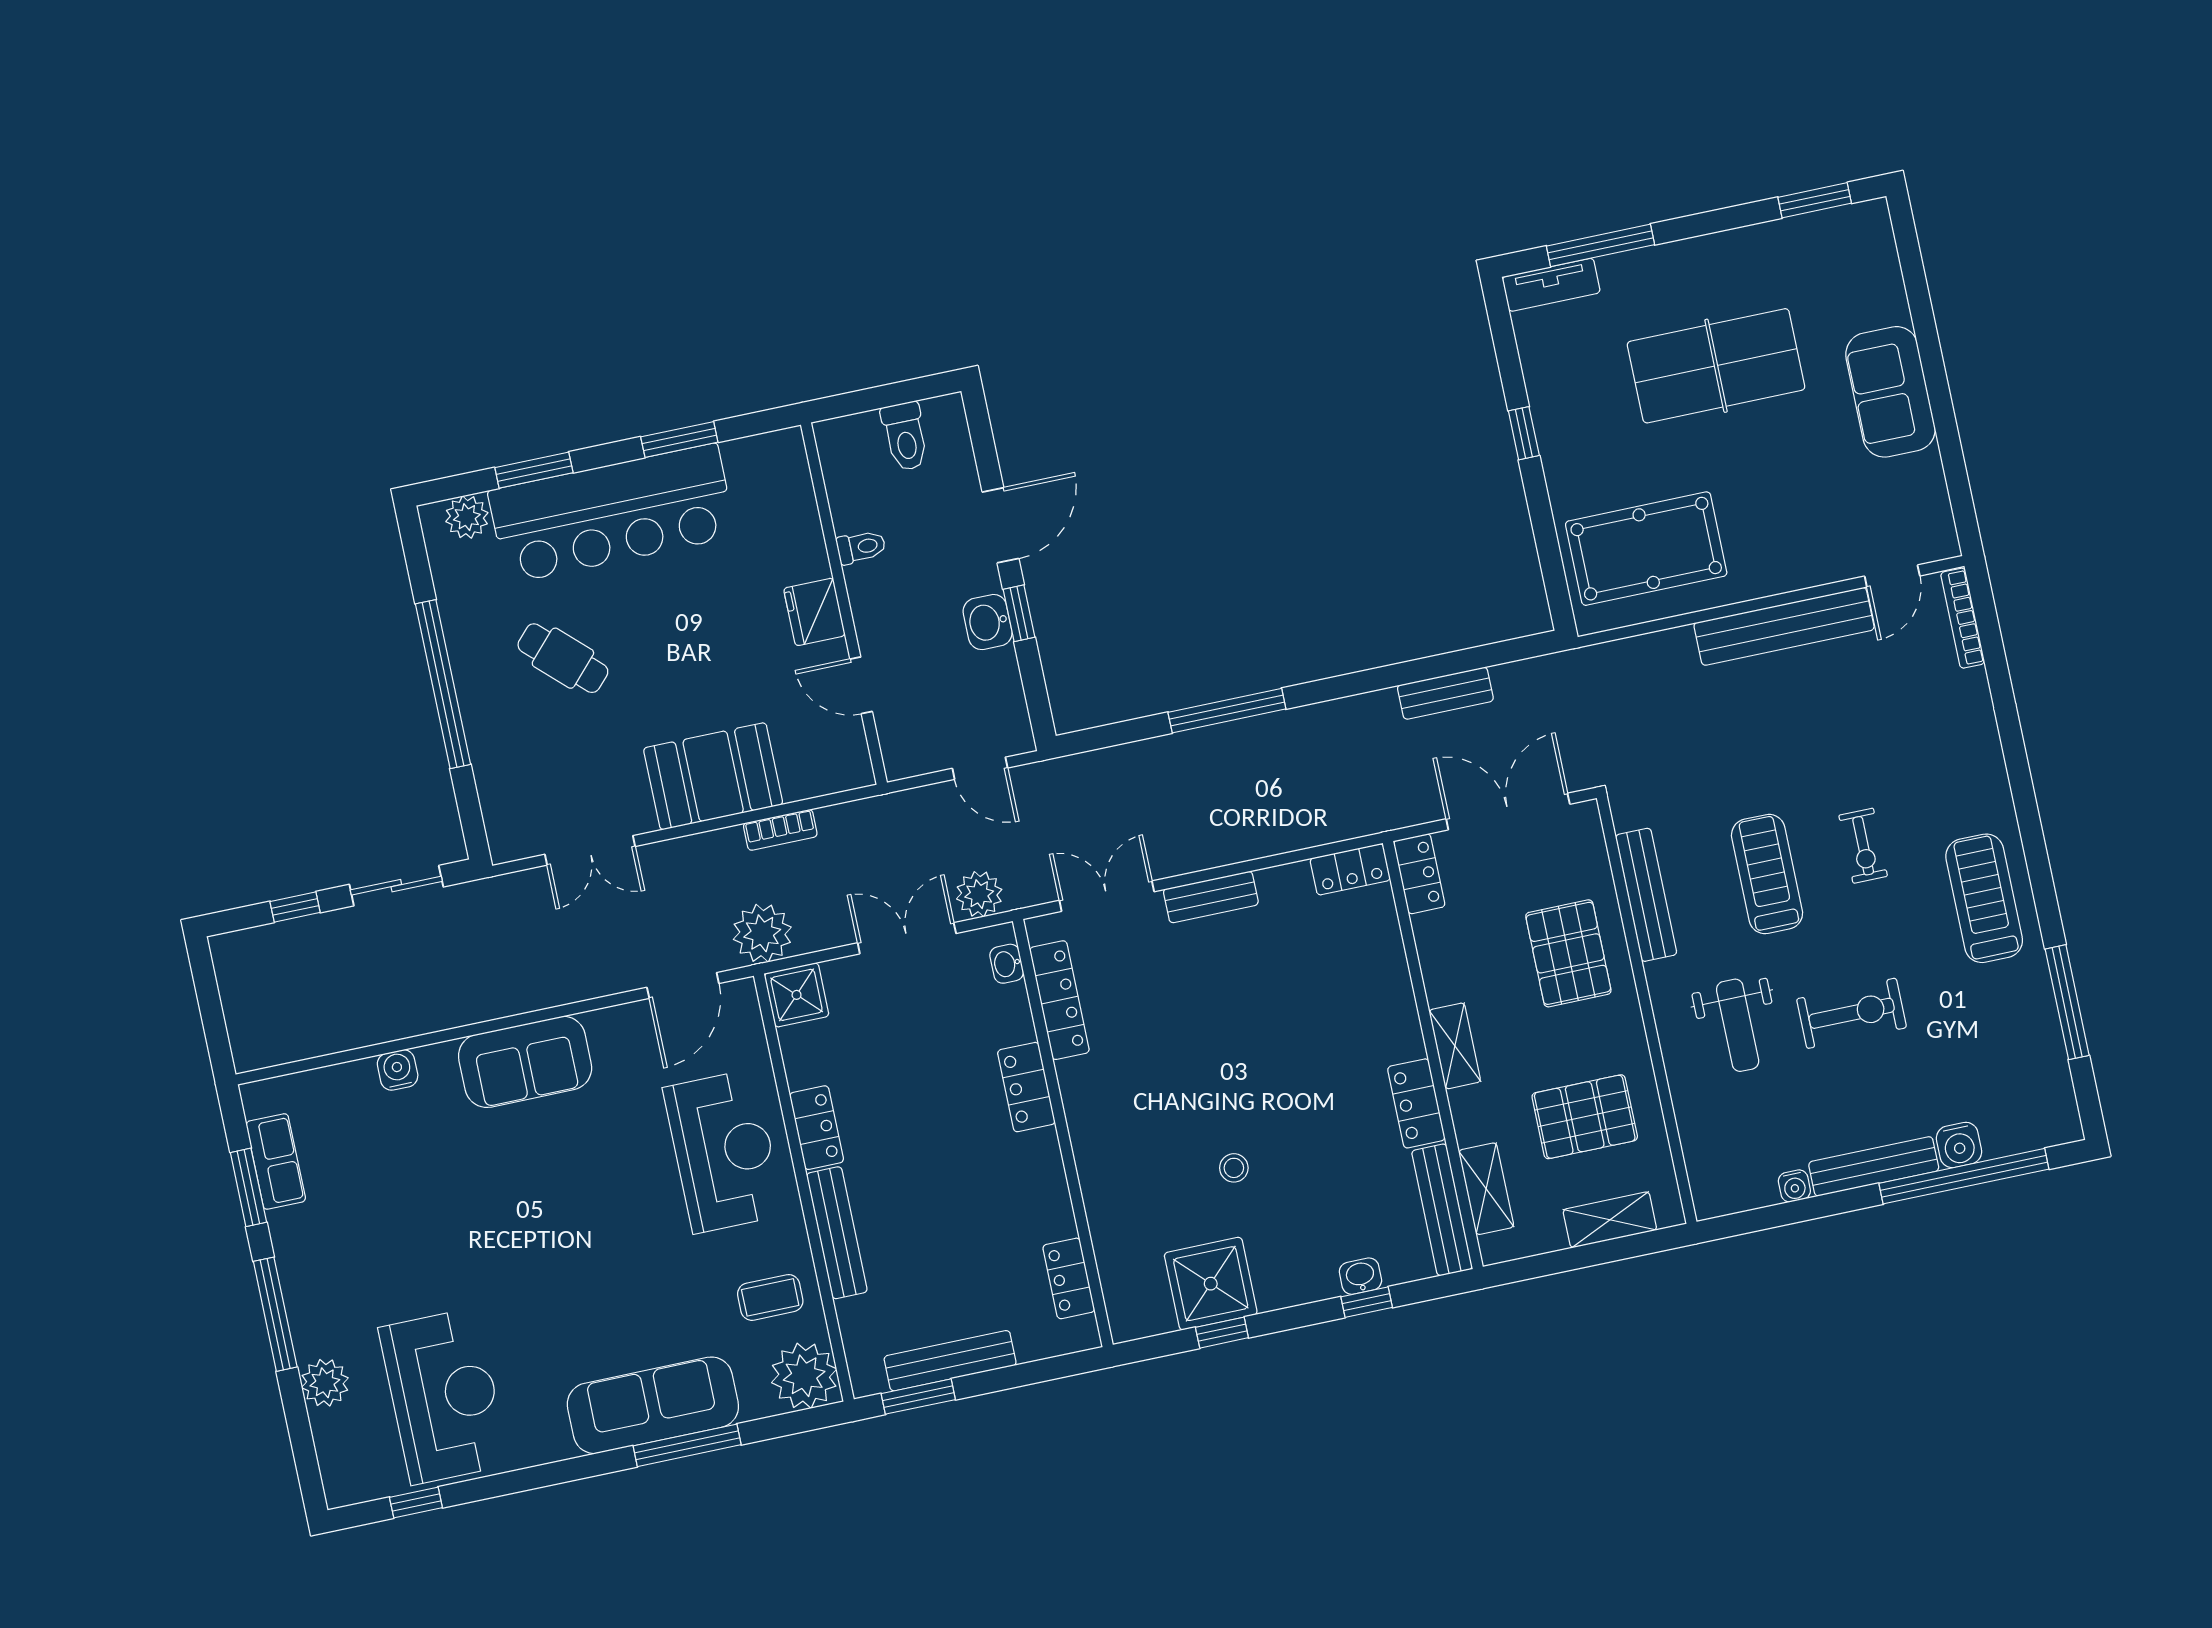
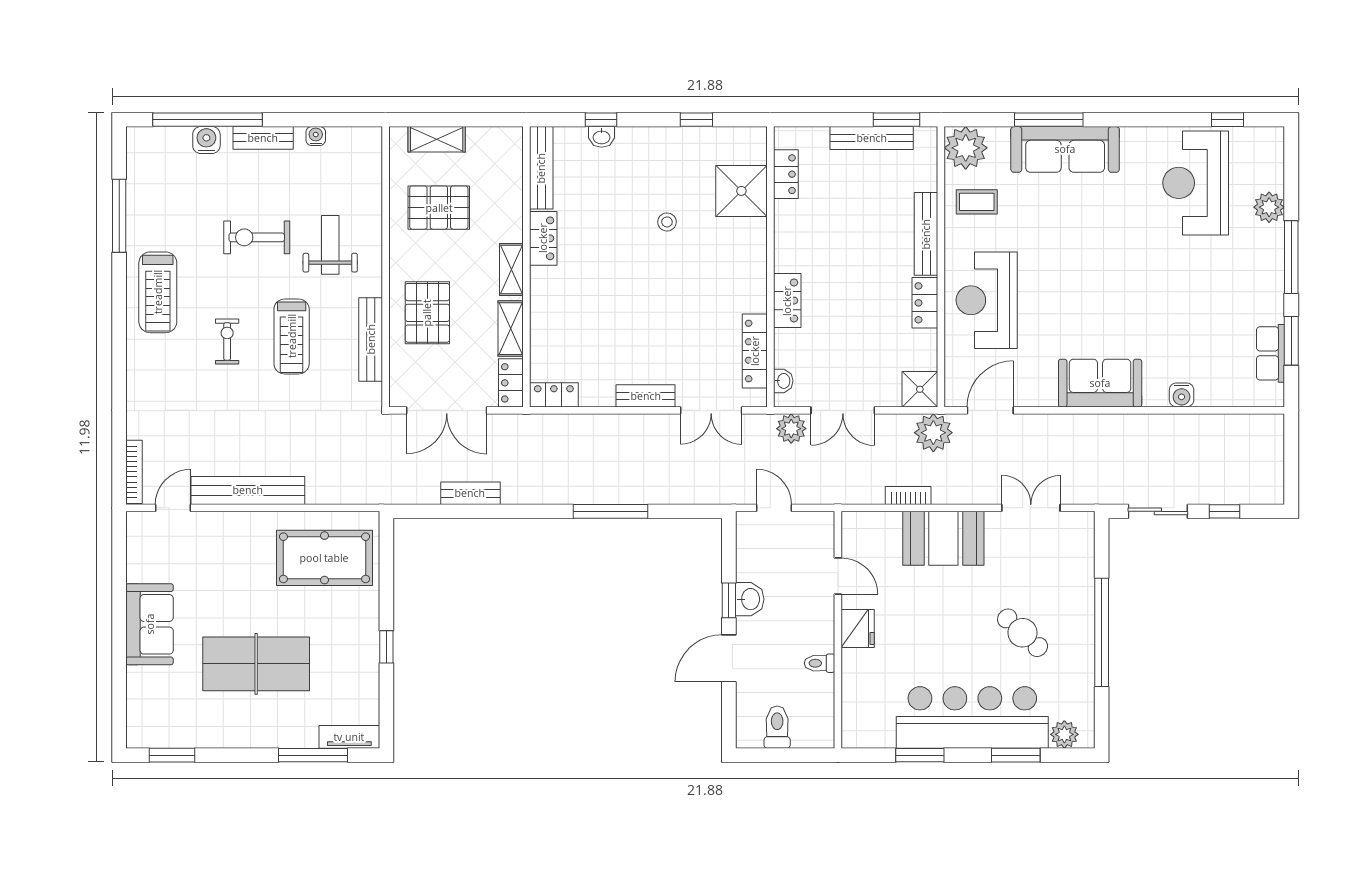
bench: (1874, 1166) -> (263, 138), width x0.73
shelving: (1486, 1189) -> (511, 329), moved
shower: (1211, 1284) -> (741, 191), moved

